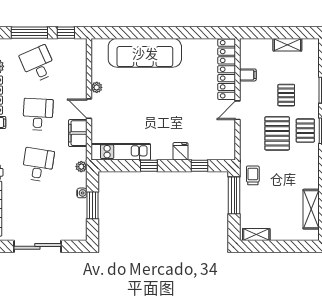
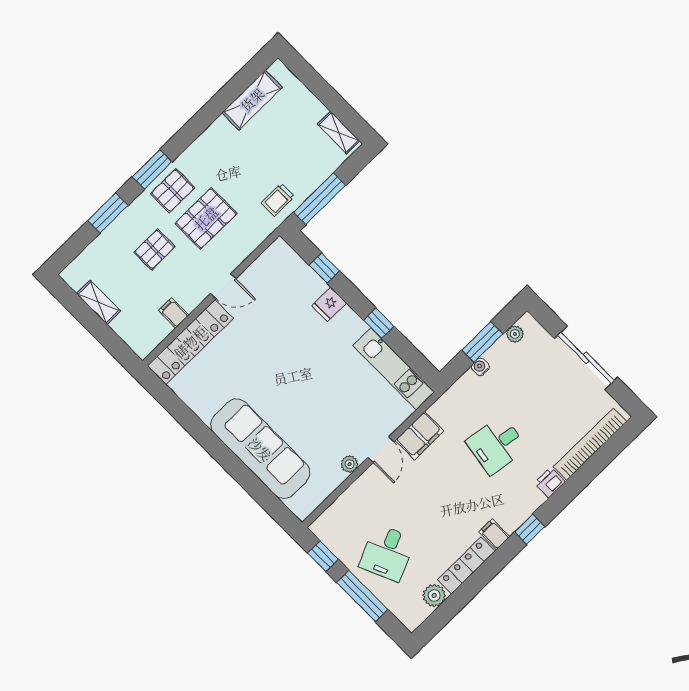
desk: (38, 114) -> (442, 499), removed
plant: (81, 167) -> (515, 334), moved

